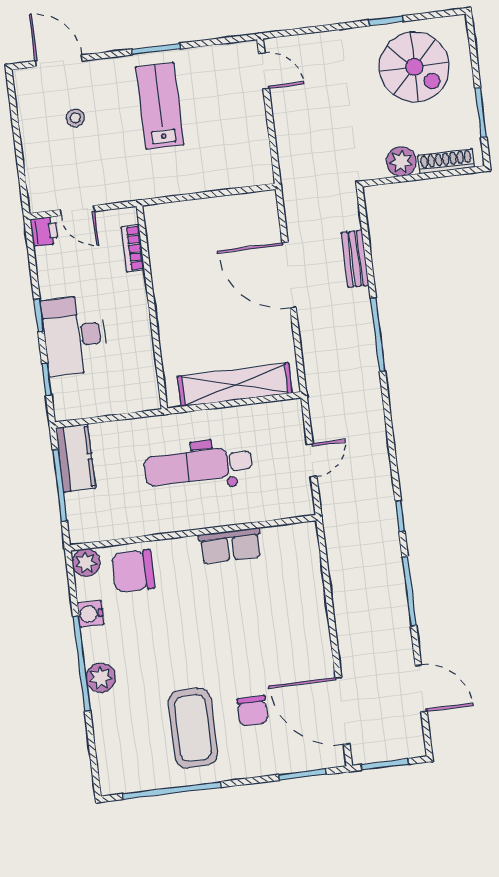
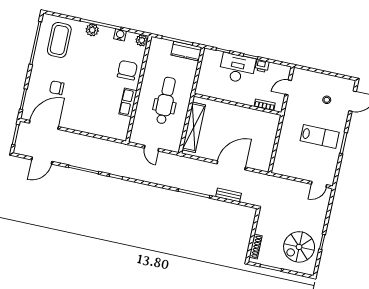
plant: (401, 161) -> (262, 228), removed
printer: (44, 231) -> (262, 66), moved
chair: (133, 571) -> (127, 70), moved
coffee table: (193, 728) -> (59, 40), moved, turned 90

